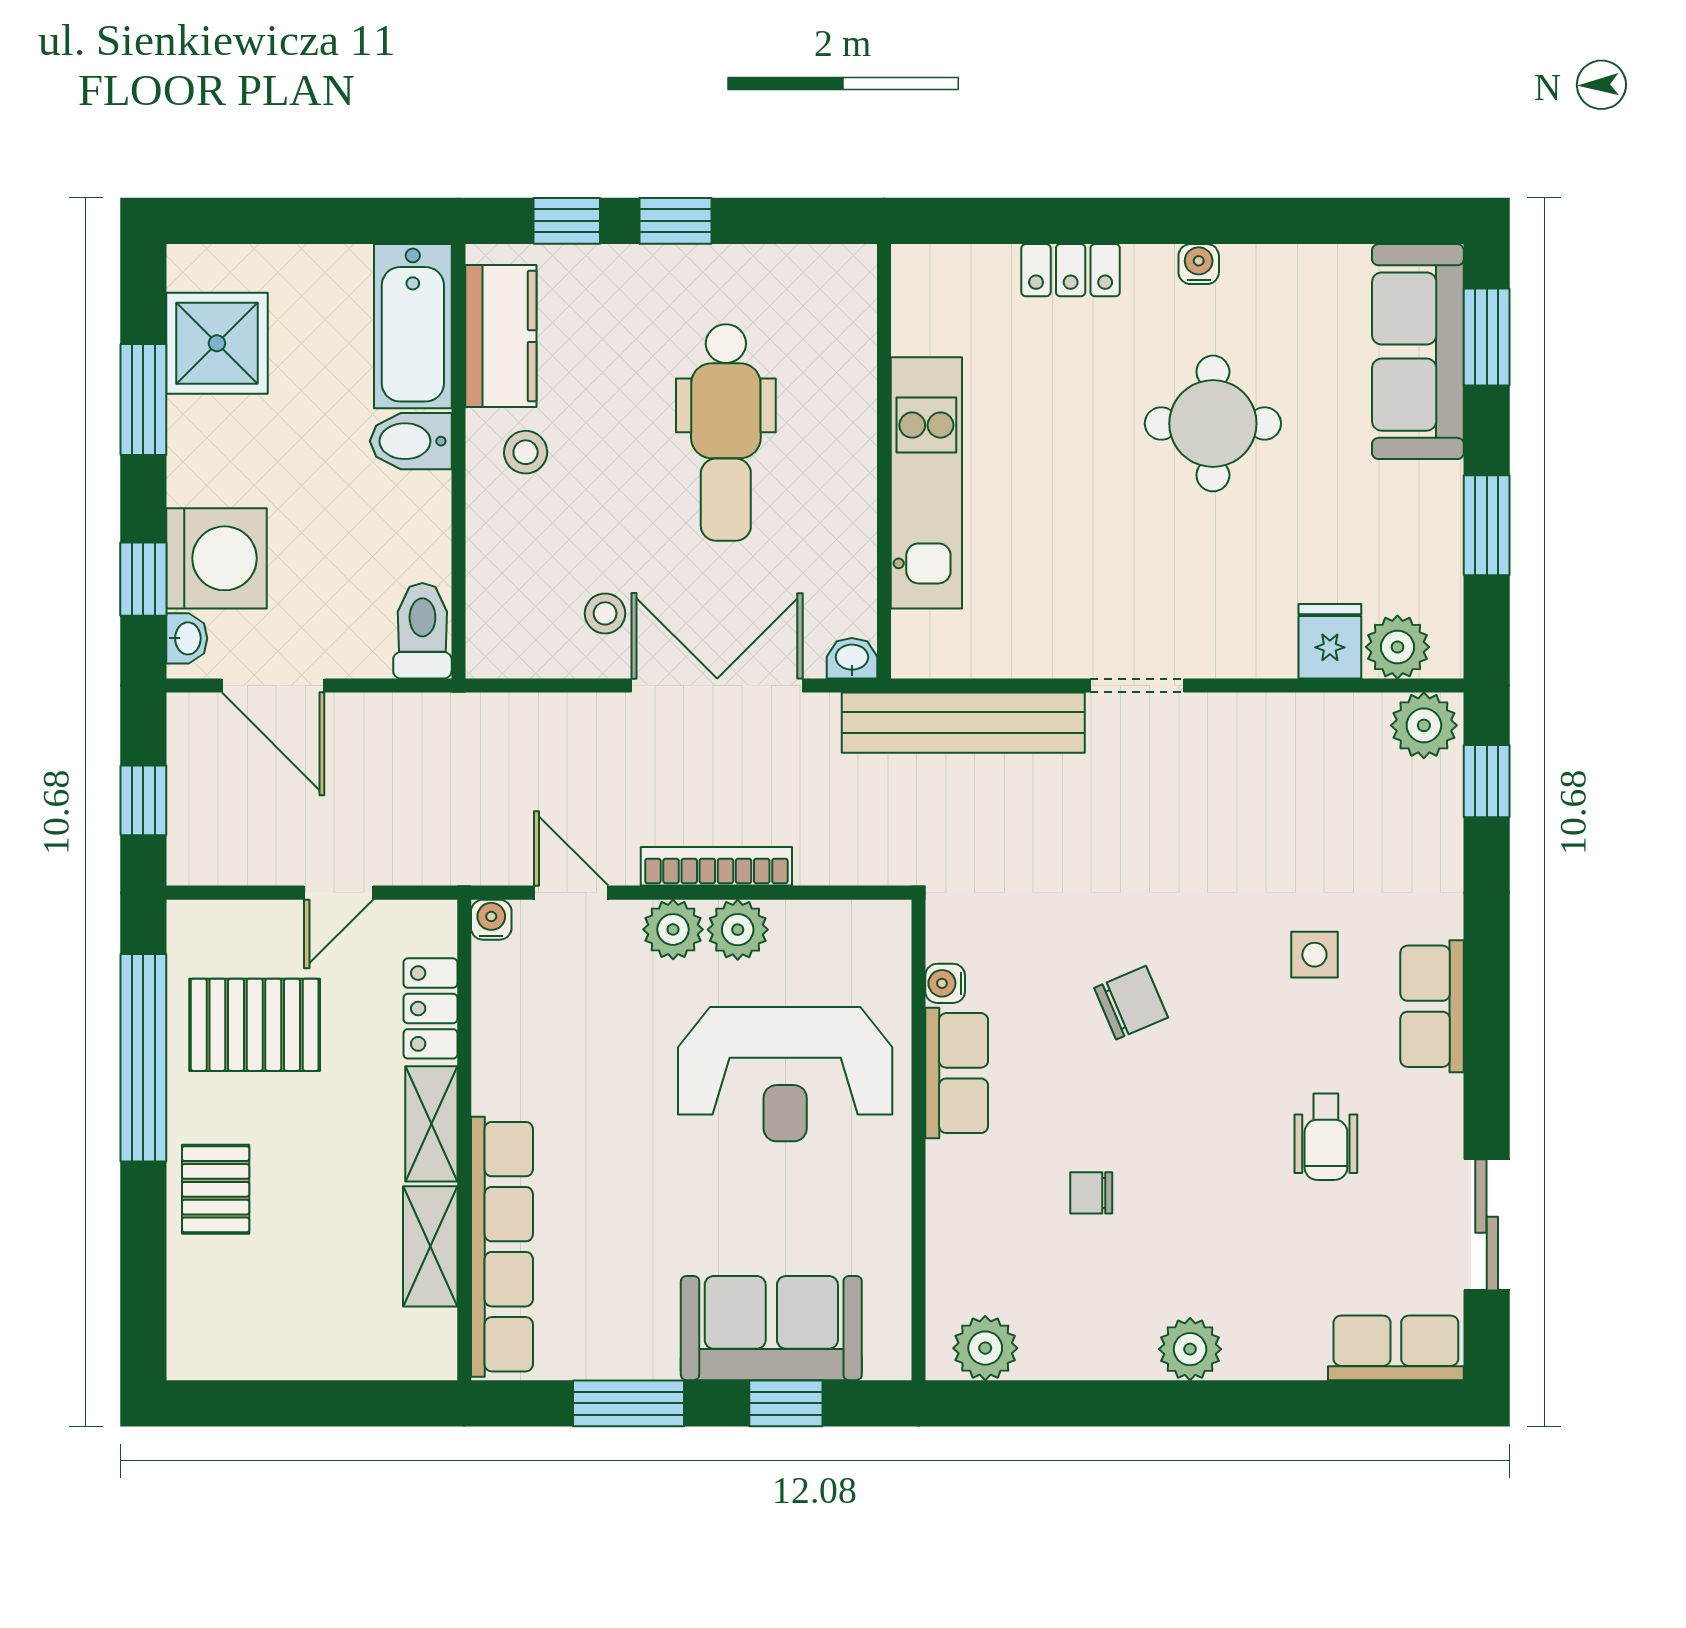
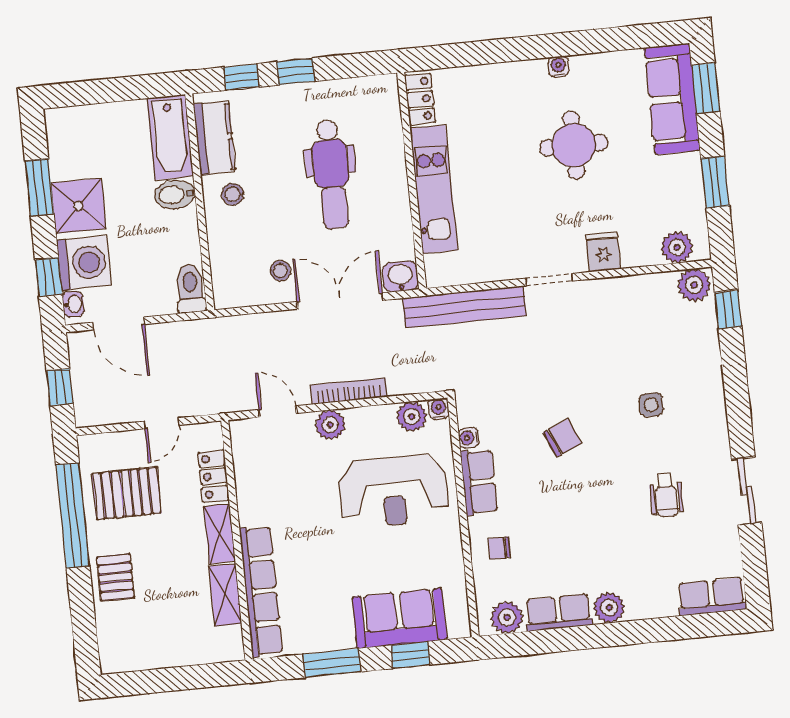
locker: (1071, 270) -> (420, 99), moved, turned -90
shower: (217, 343) -> (78, 206), moved
fridge: (1330, 641) -> (603, 252), moved
washbasin: (852, 658) -> (400, 276), width x1.38, depth x1.45
water cooler: (491, 920) -> (439, 409), moved
plant: (738, 930) -> (412, 416), moved
row of seats: (1432, 1006) -> (558, 613), moved, turned 90
chair: (1091, 1193) -> (499, 548), moved
sliding door: (1487, 1225) -> (747, 491), moved

